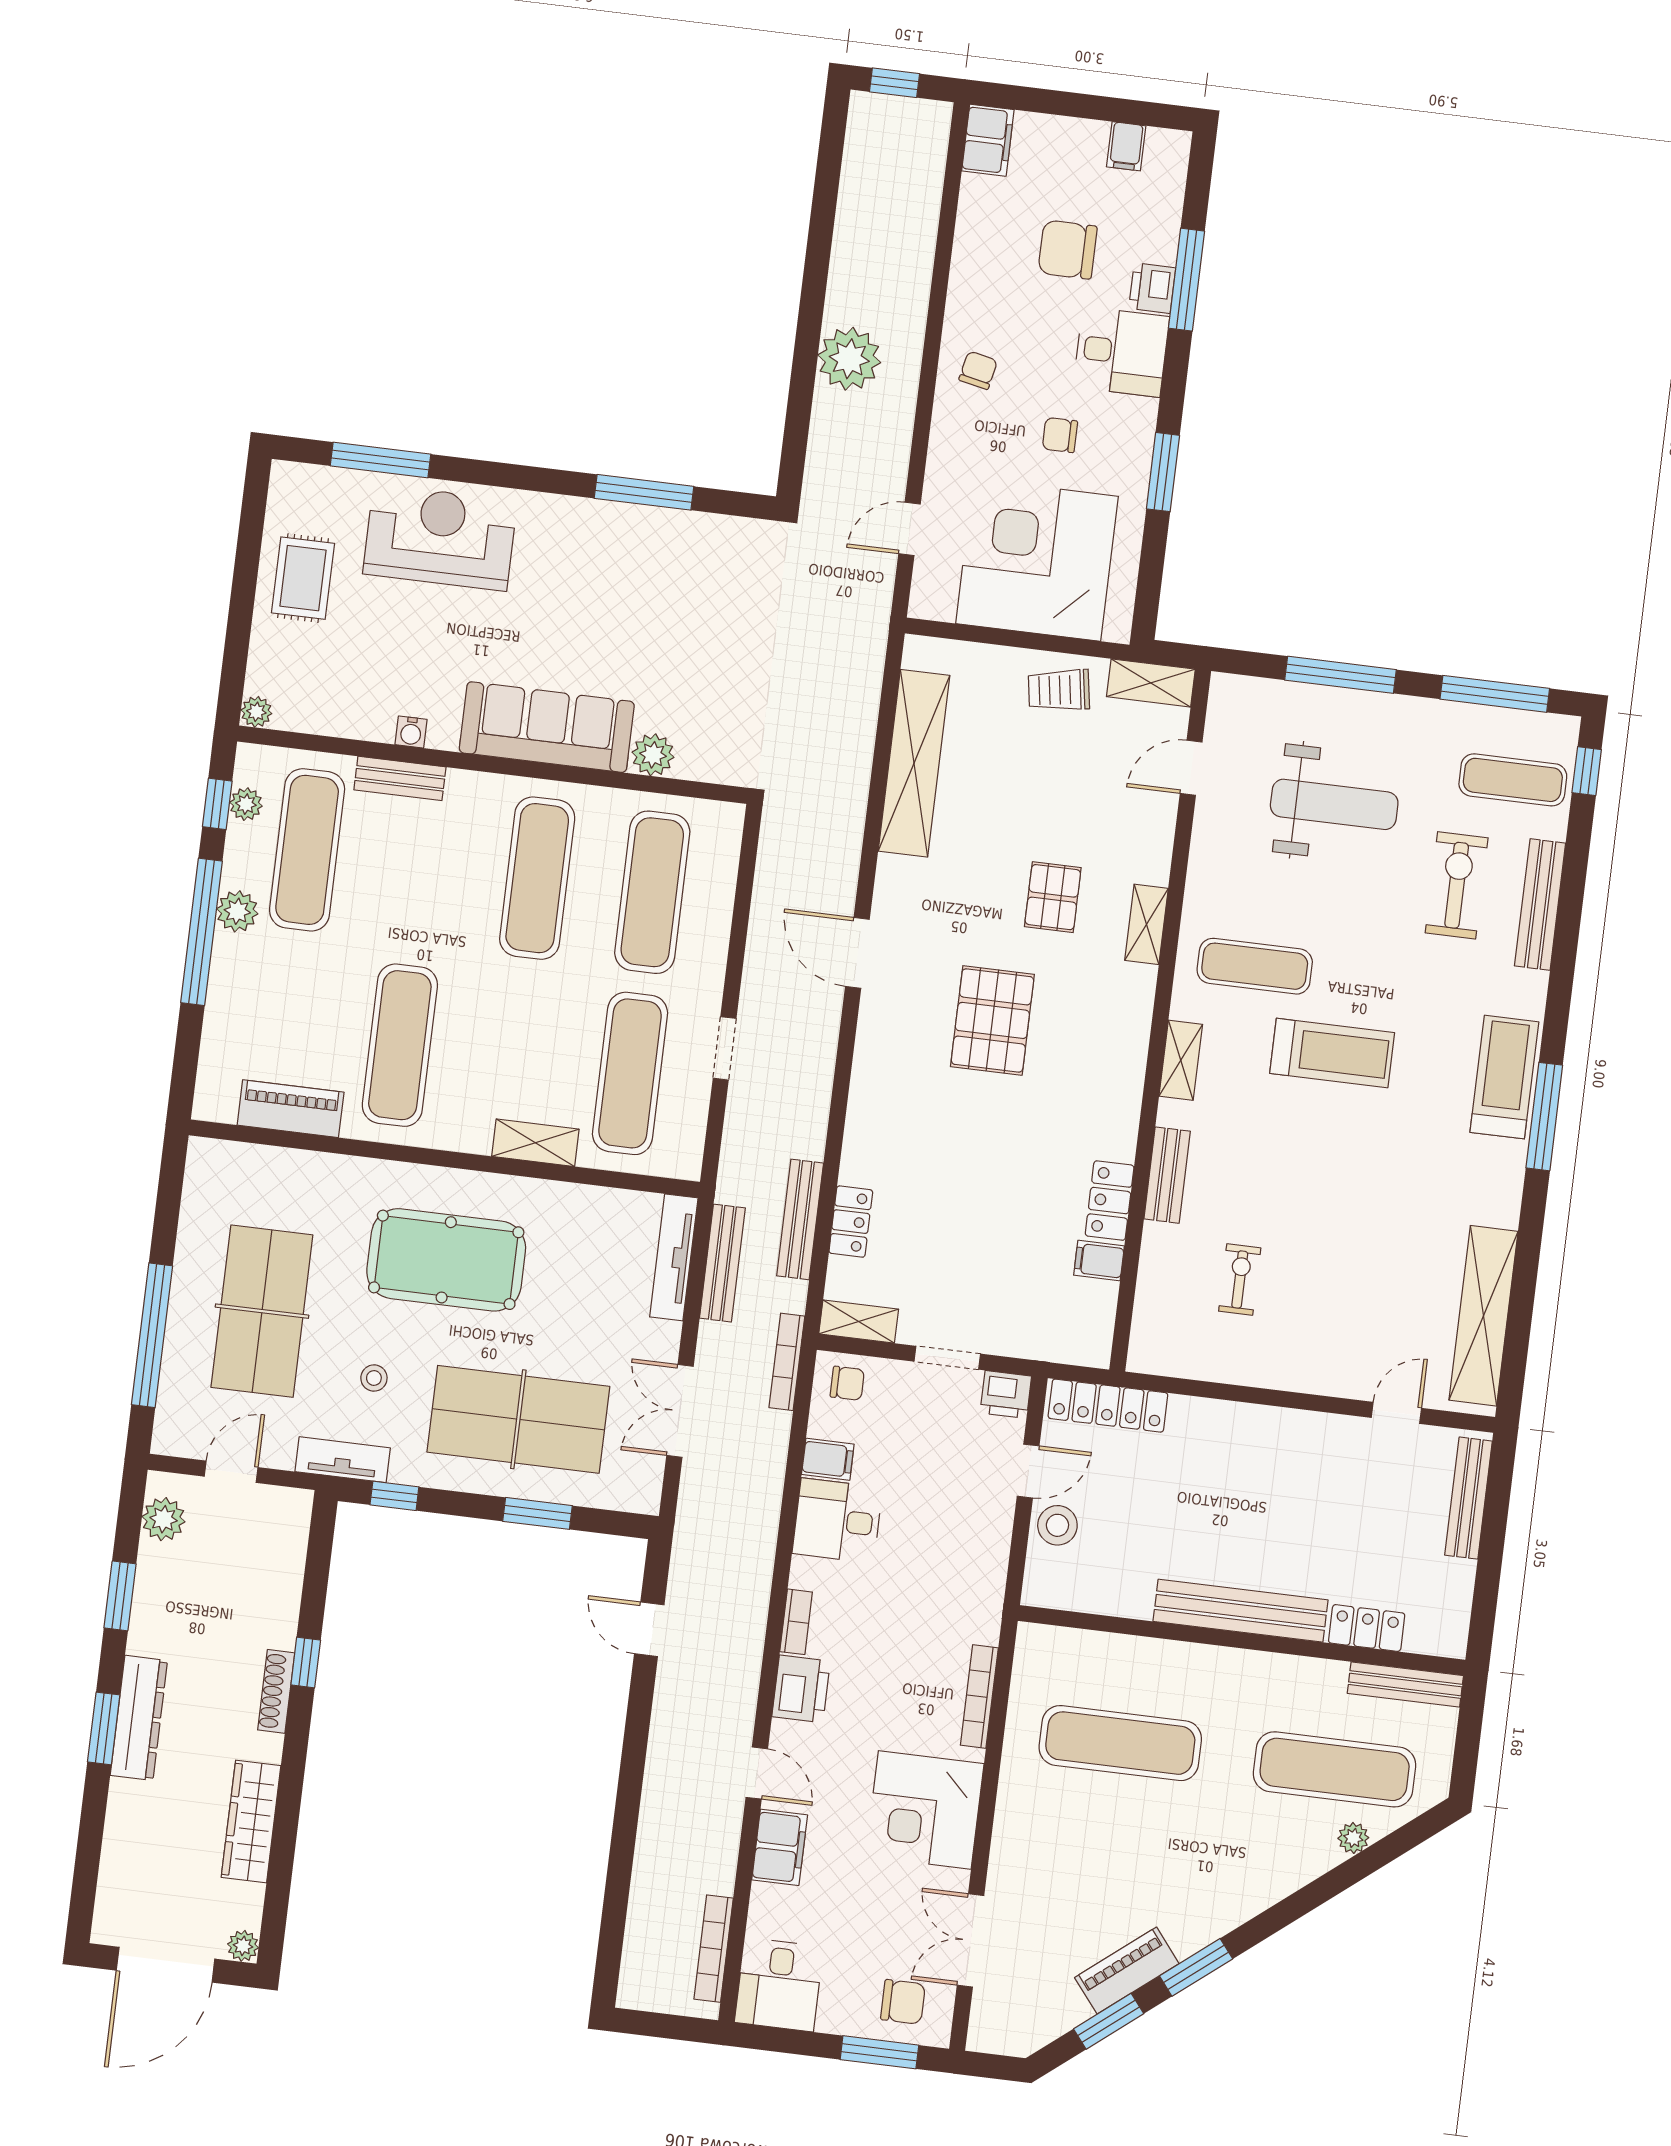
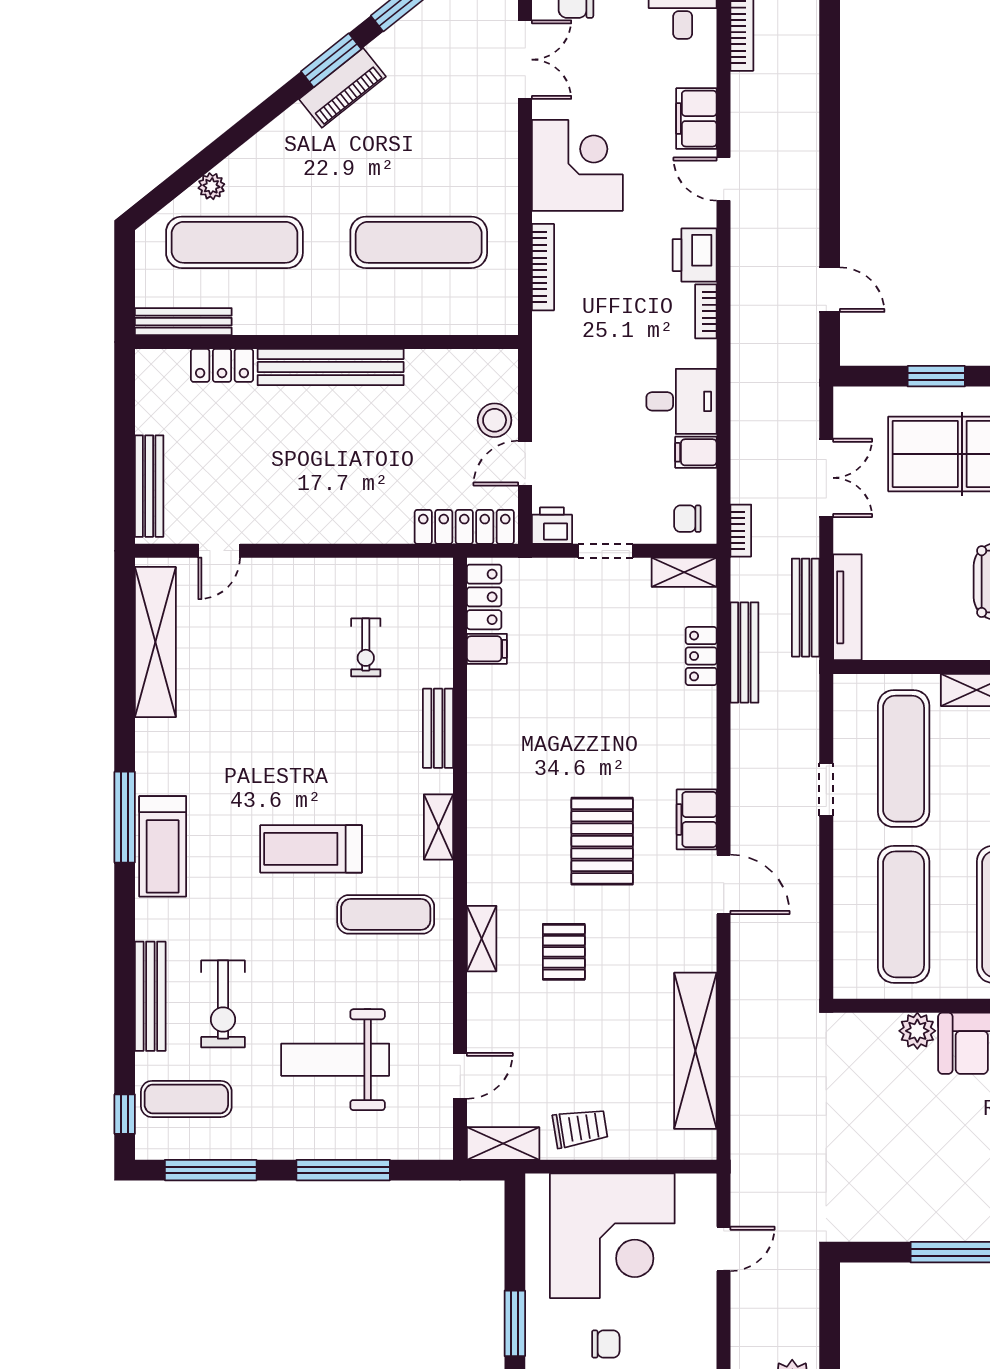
filing cabinet: (879, 1032) -> (697, 819), added
locker: (1110, 1201) -> (484, 597), moved
bookcase: (787, 1362) -> (741, 531), width x0.64
piano: (1127, 1971) -> (342, 88), moved

